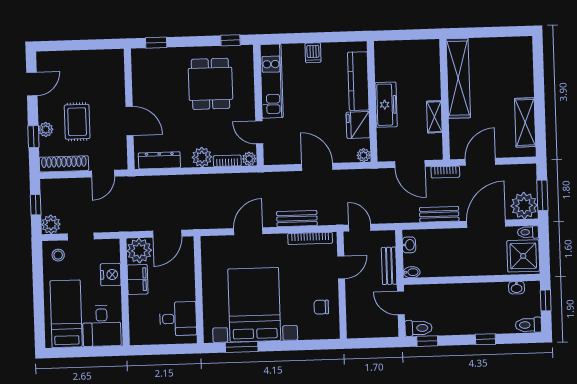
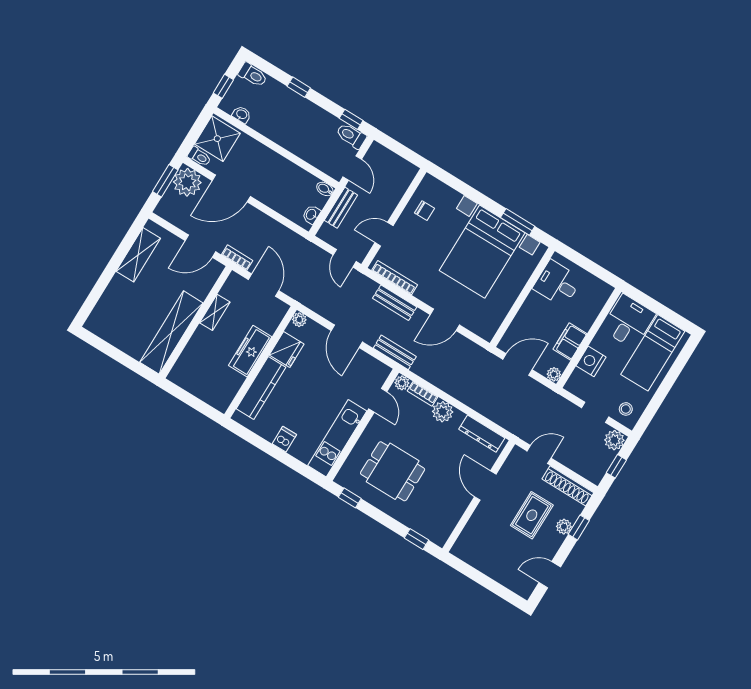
dining table: (210, 84) -> (393, 471), turned 90
bench: (439, 214) -> (395, 352), moved
plant: (139, 251) -> (554, 374), width x0.53, depth x0.53

